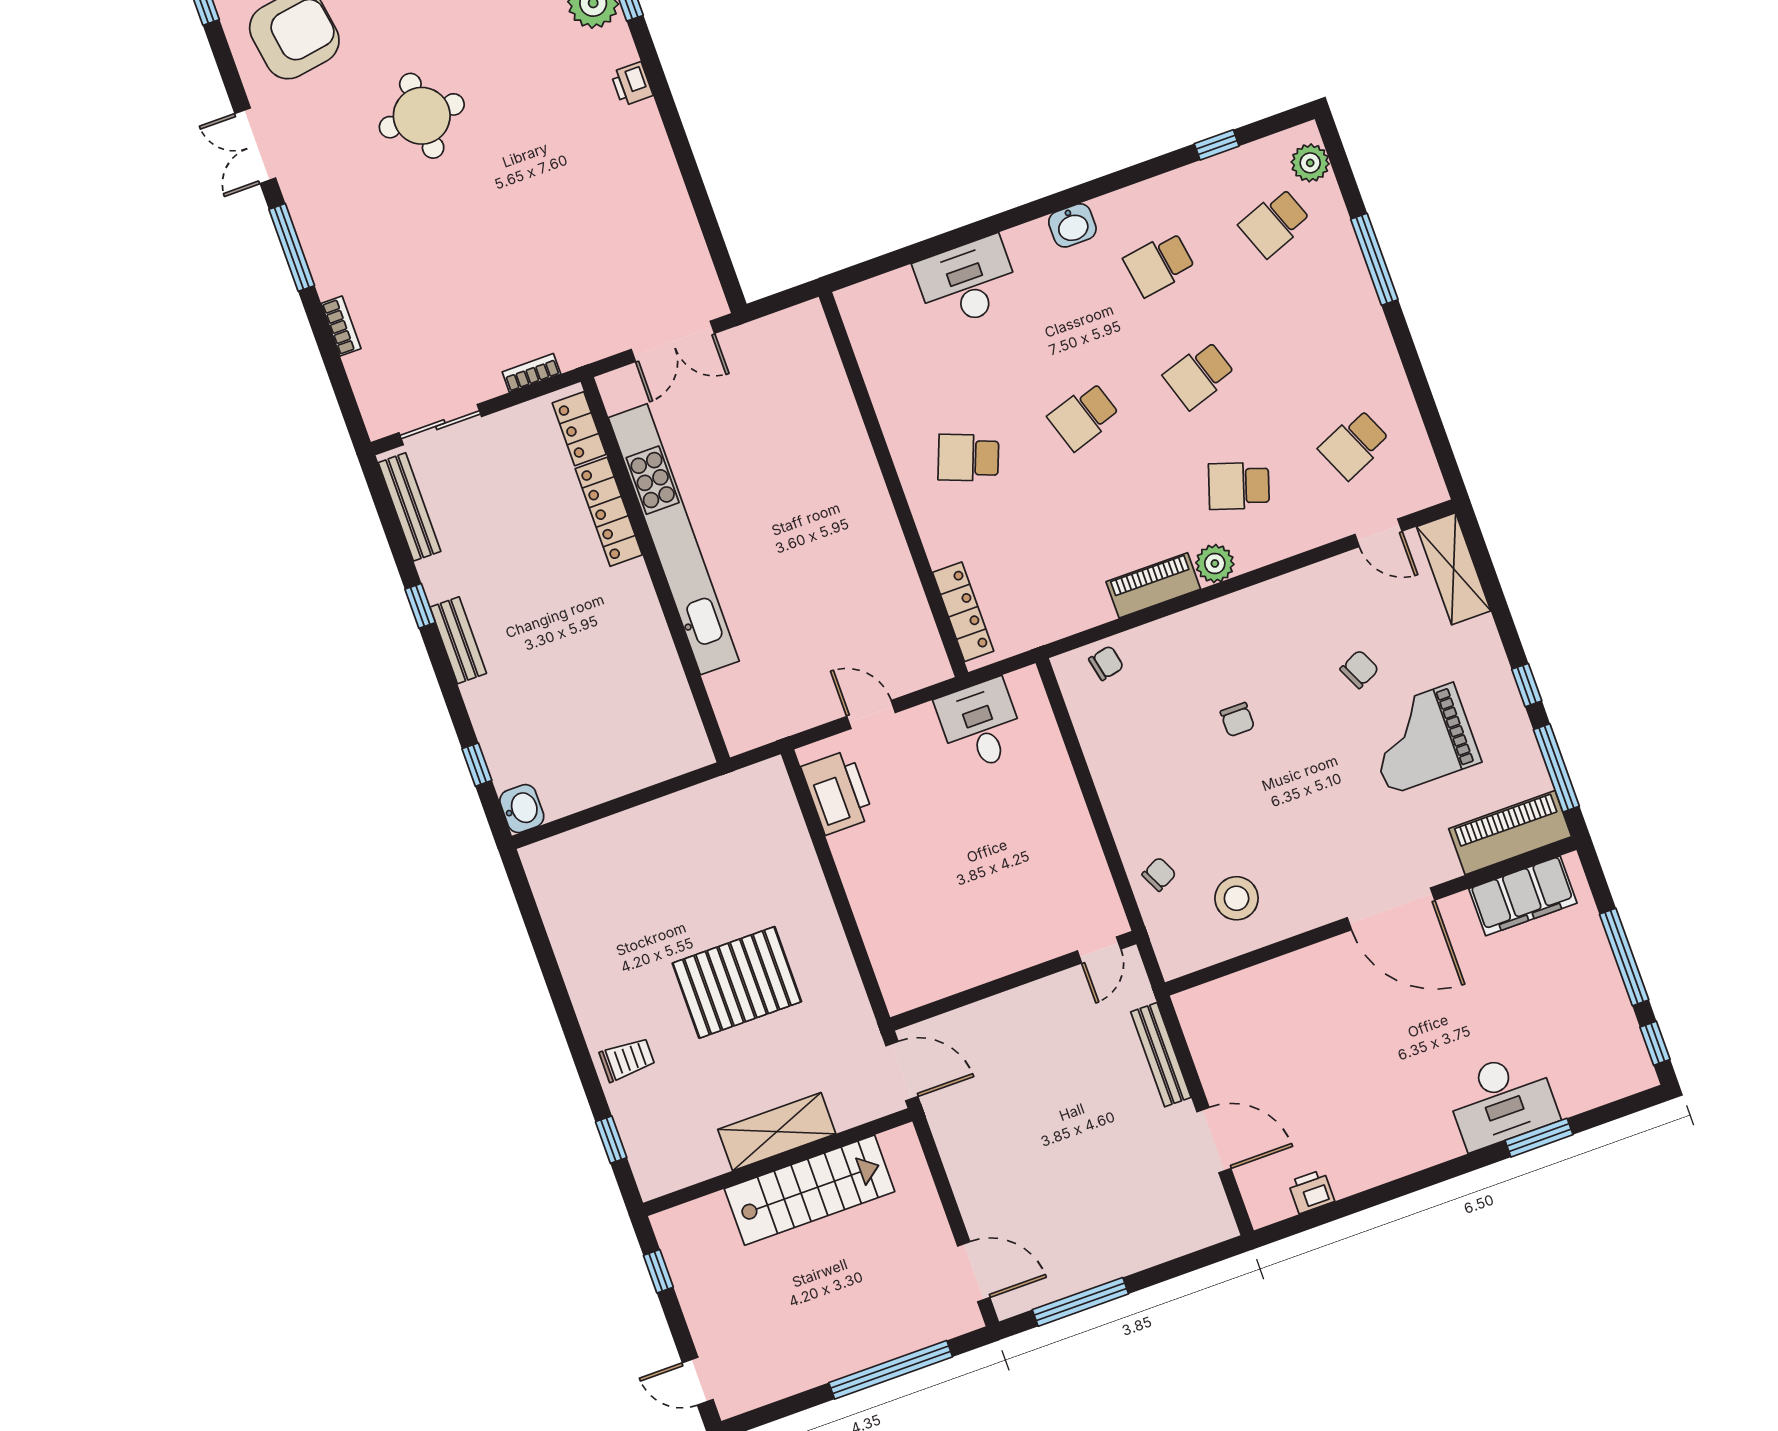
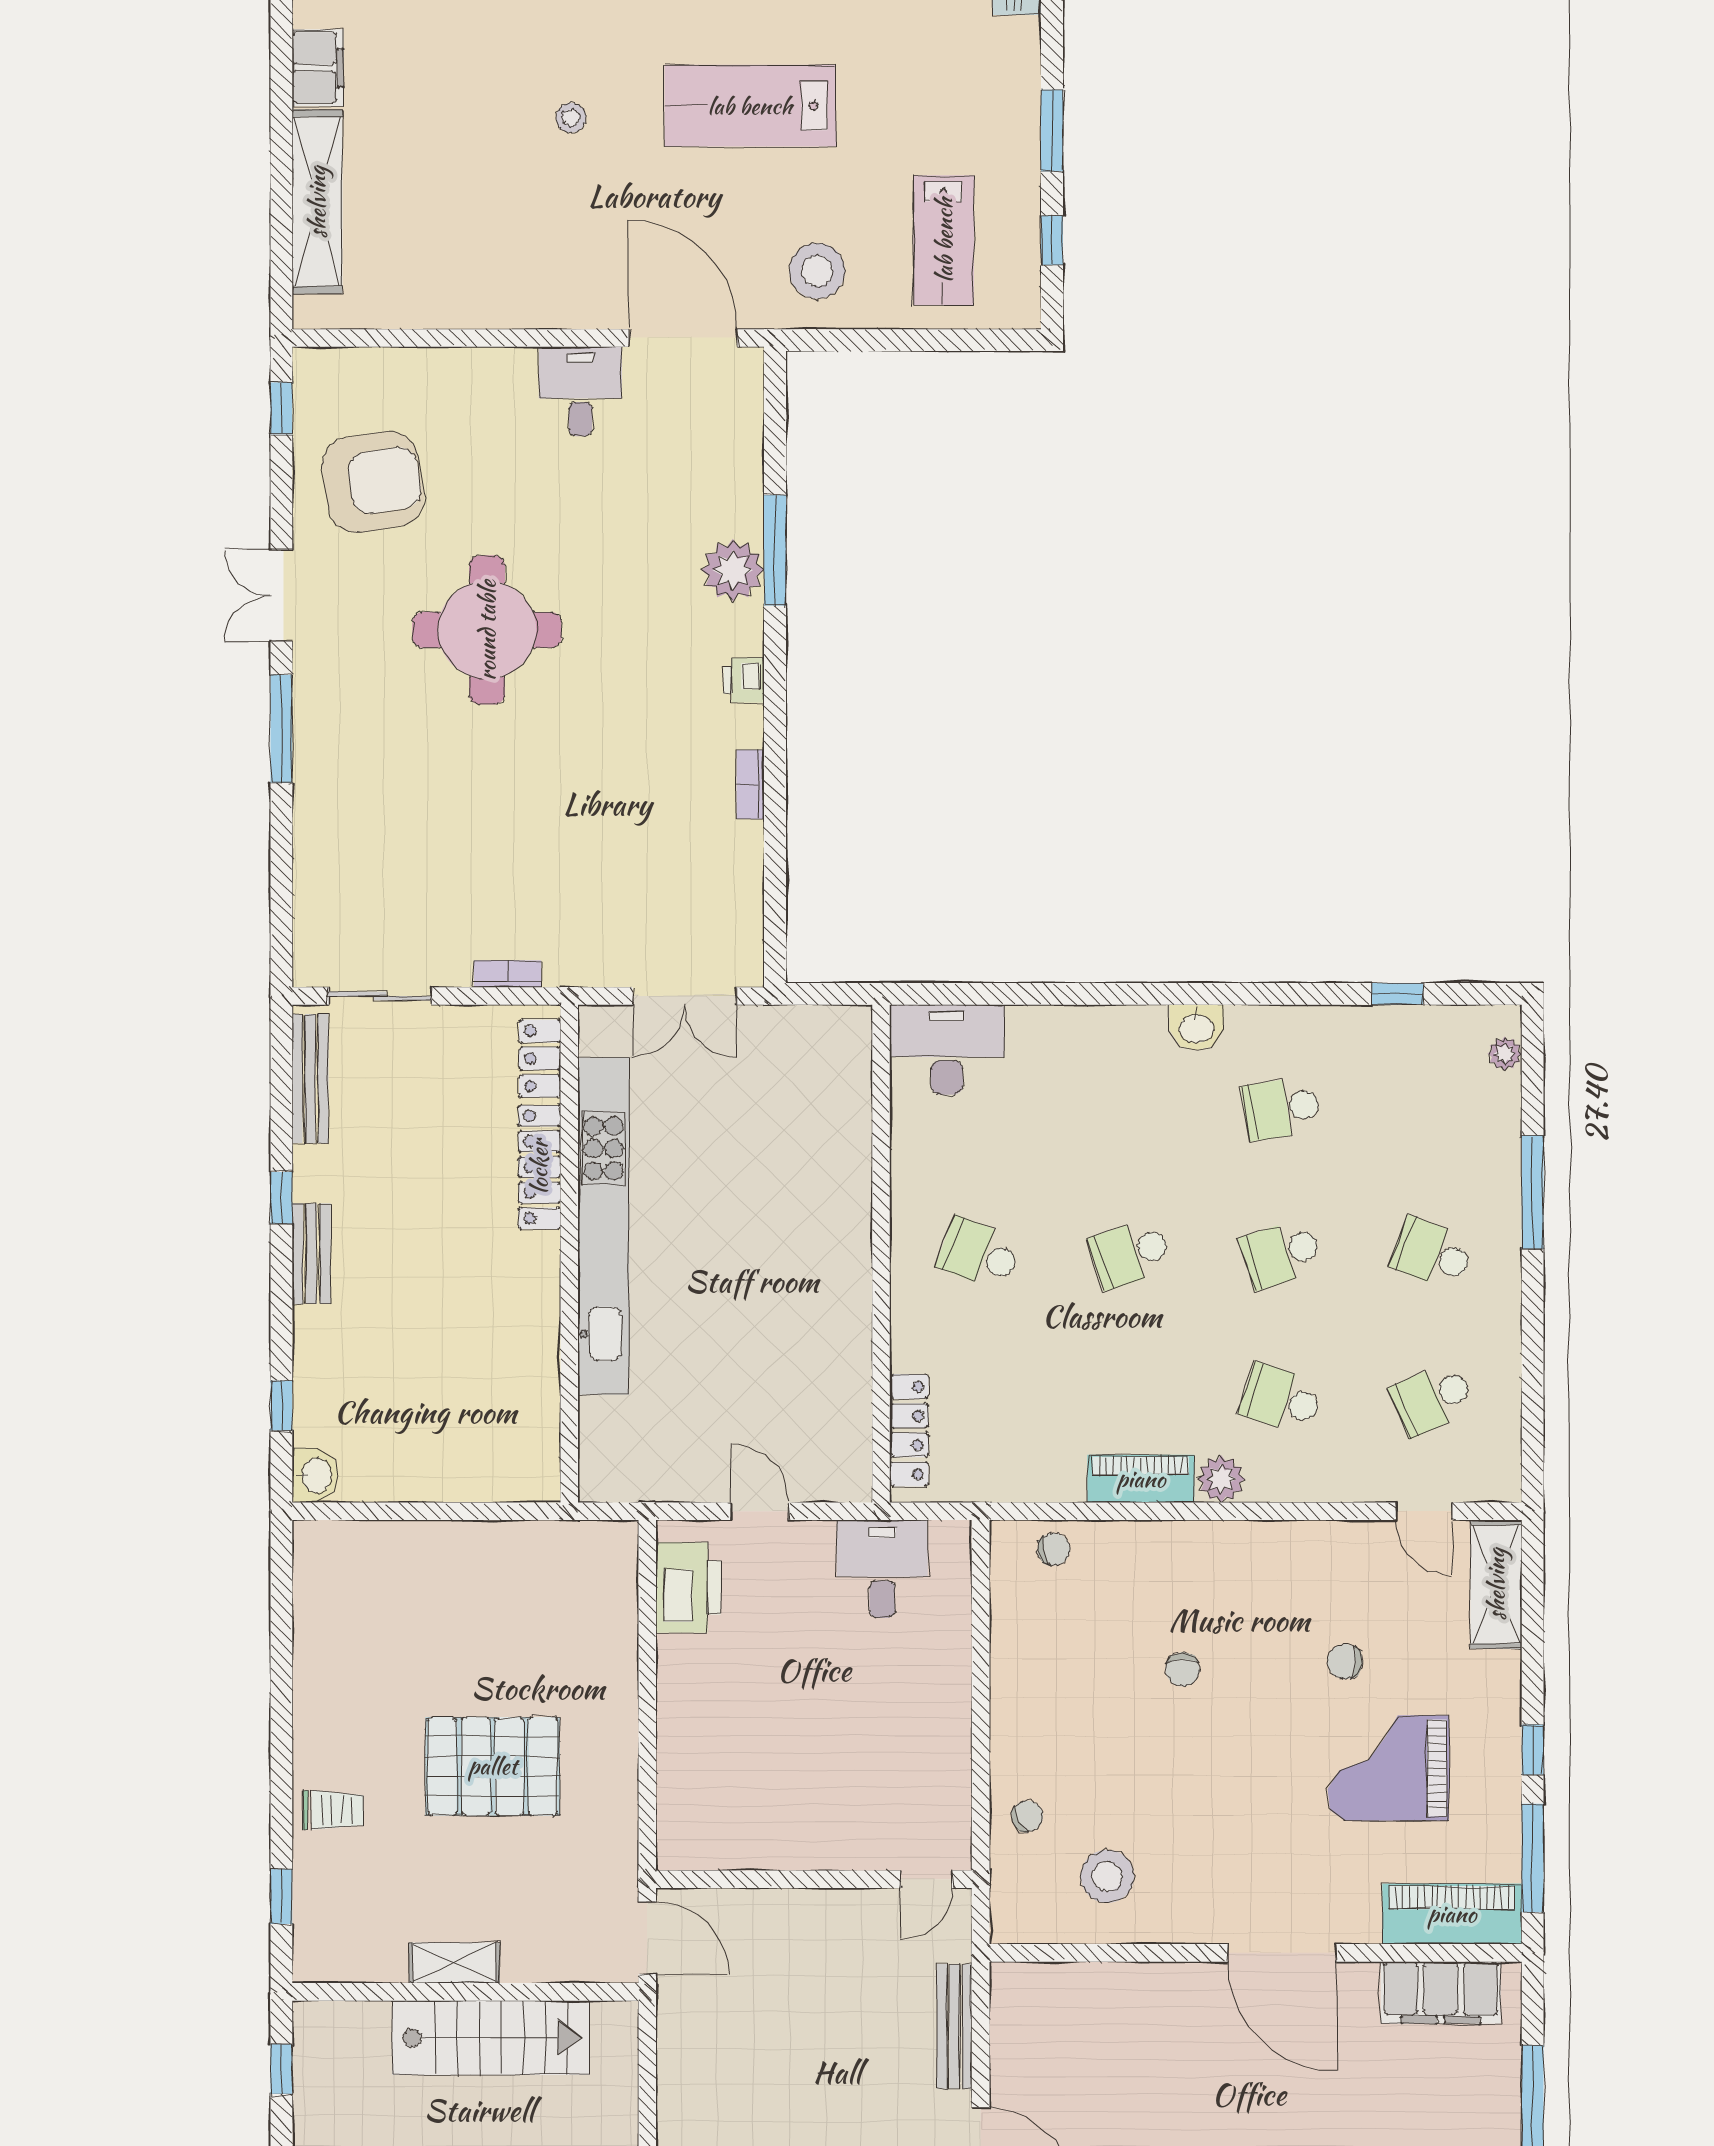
round table: (422, 116) -> (487, 630), width x1.36, depth x1.36
plant: (1310, 163) -> (1505, 1054), width x0.73, depth x0.73
school desk: (1275, 223) -> (1432, 1254), moved, turned 42
desk: (967, 282) -> (947, 1050), moved
bookcase: (341, 326) -> (750, 784), moved, turned 180
chair: (1359, 669) -> (1345, 1662), turned -149
shelving: (777, 1132) -> (454, 1963), width x0.67, depth x0.75

